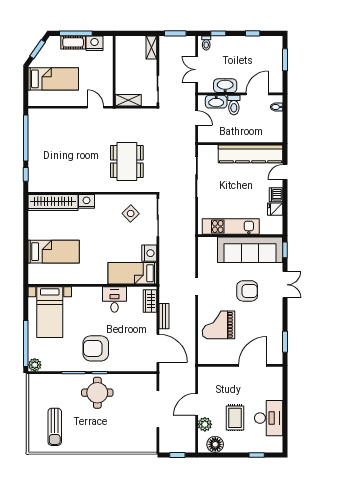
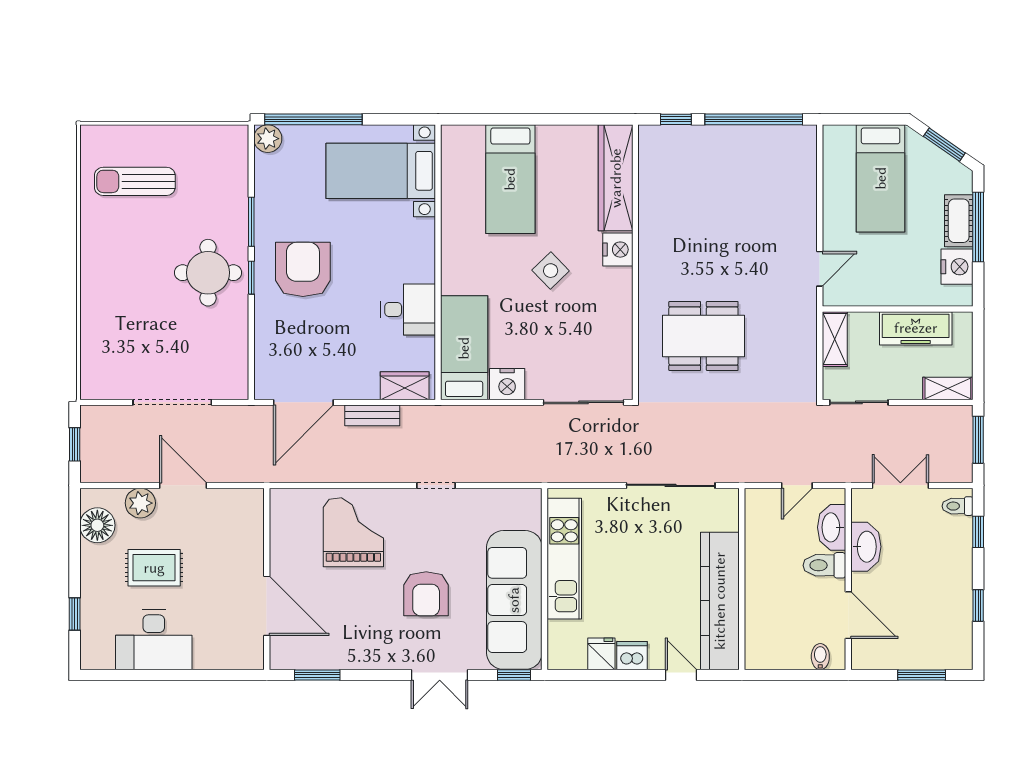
freezer: (123, 62) -> (916, 328), added
side table: (131, 213) -> (551, 271), moved

